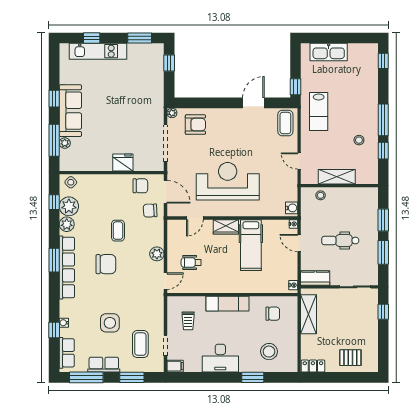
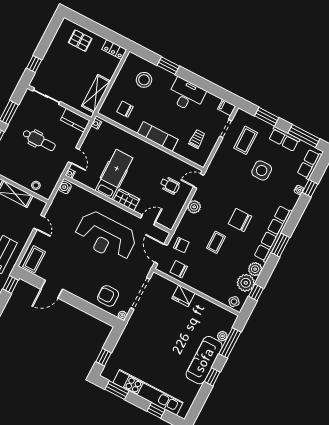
kitchen unit: (98, 51) -> (148, 392), width x1.36

